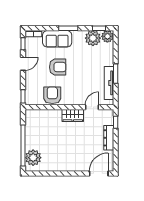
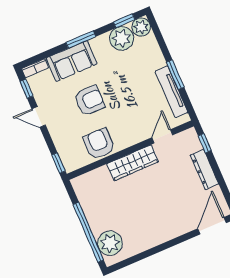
door: (23, 64) -> (39, 117), swing flipped
wardrobe: (73, 115) -> (133, 163), width x1.50

